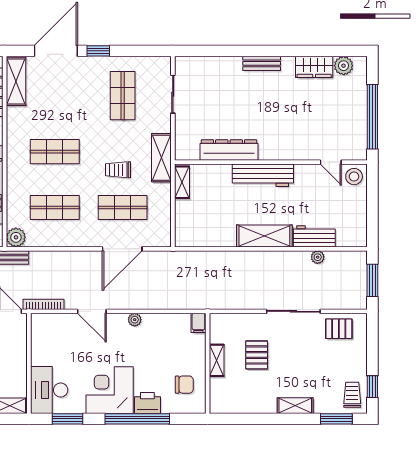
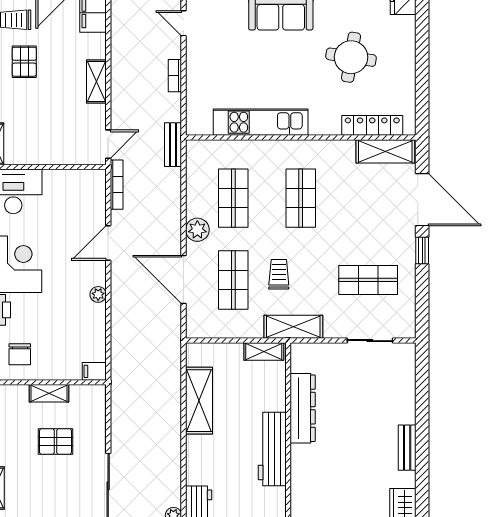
shelving: (264, 236) -> (199, 401), moved
plant: (16, 237) -> (197, 230), moved

